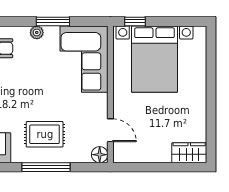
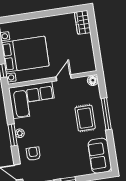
window: (53, 21) -> (13, 135), moved
door: (110, 130) -> (64, 78), moved

